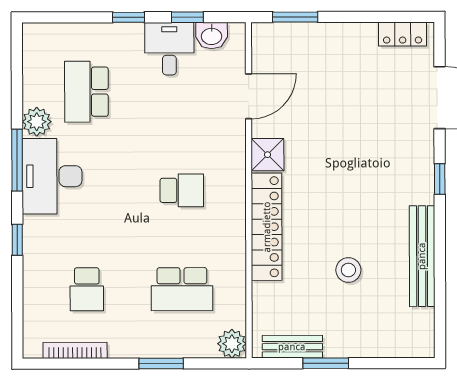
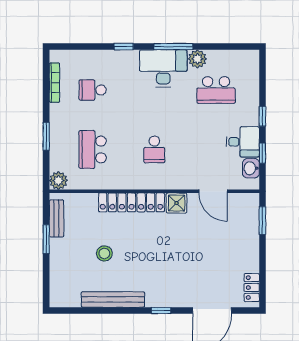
school desk: (86, 92) -> (216, 90), turned 180

